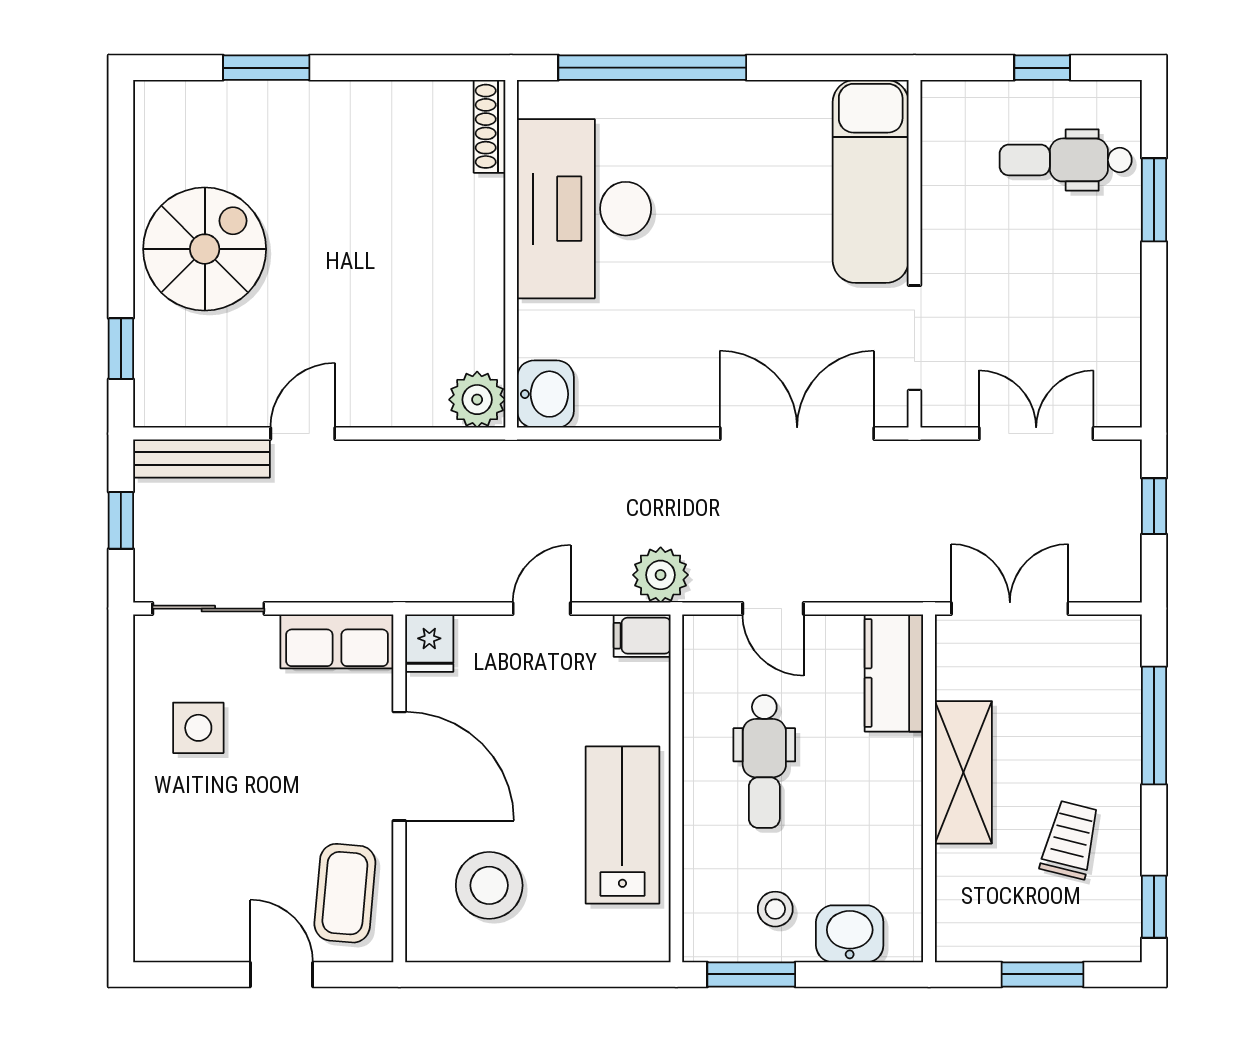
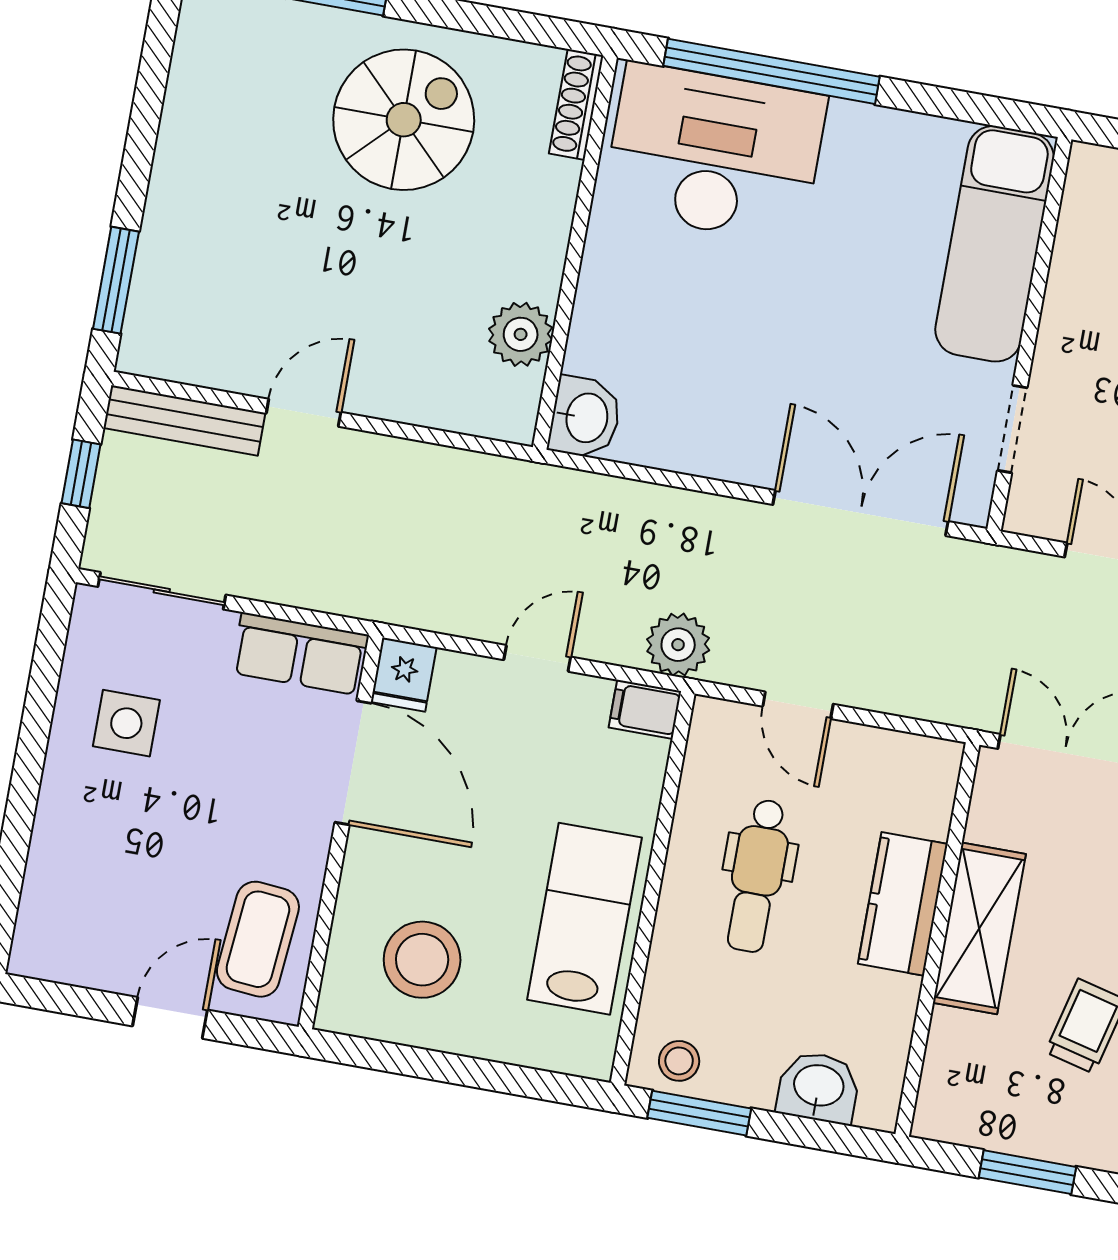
desk: (584, 209) -> (714, 153), moved, turned 90
spiral stairs: (205, 249) -> (404, 120), moved
doorway: (914, 338) -> (1012, 429), width x0.73
window: (121, 349) -> (116, 280), width x1.50
plant: (477, 400) -> (521, 334), moved
kitchen counter: (894, 673) -> (903, 904), moved
door: (399, 766) -> (353, 763), moved
stool: (775, 909) -> (679, 1061), moved
door: (282, 974) -> (170, 1018), hinge flipped

